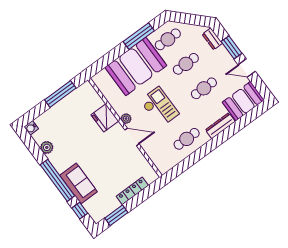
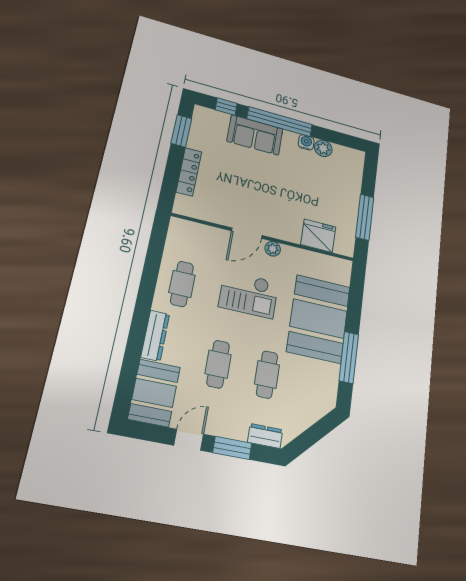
cafe table: (168, 39) -> (315, 385), removed
fridge: (105, 118) -> (318, 236), moved
water cooler: (31, 128) -> (306, 142), moved

